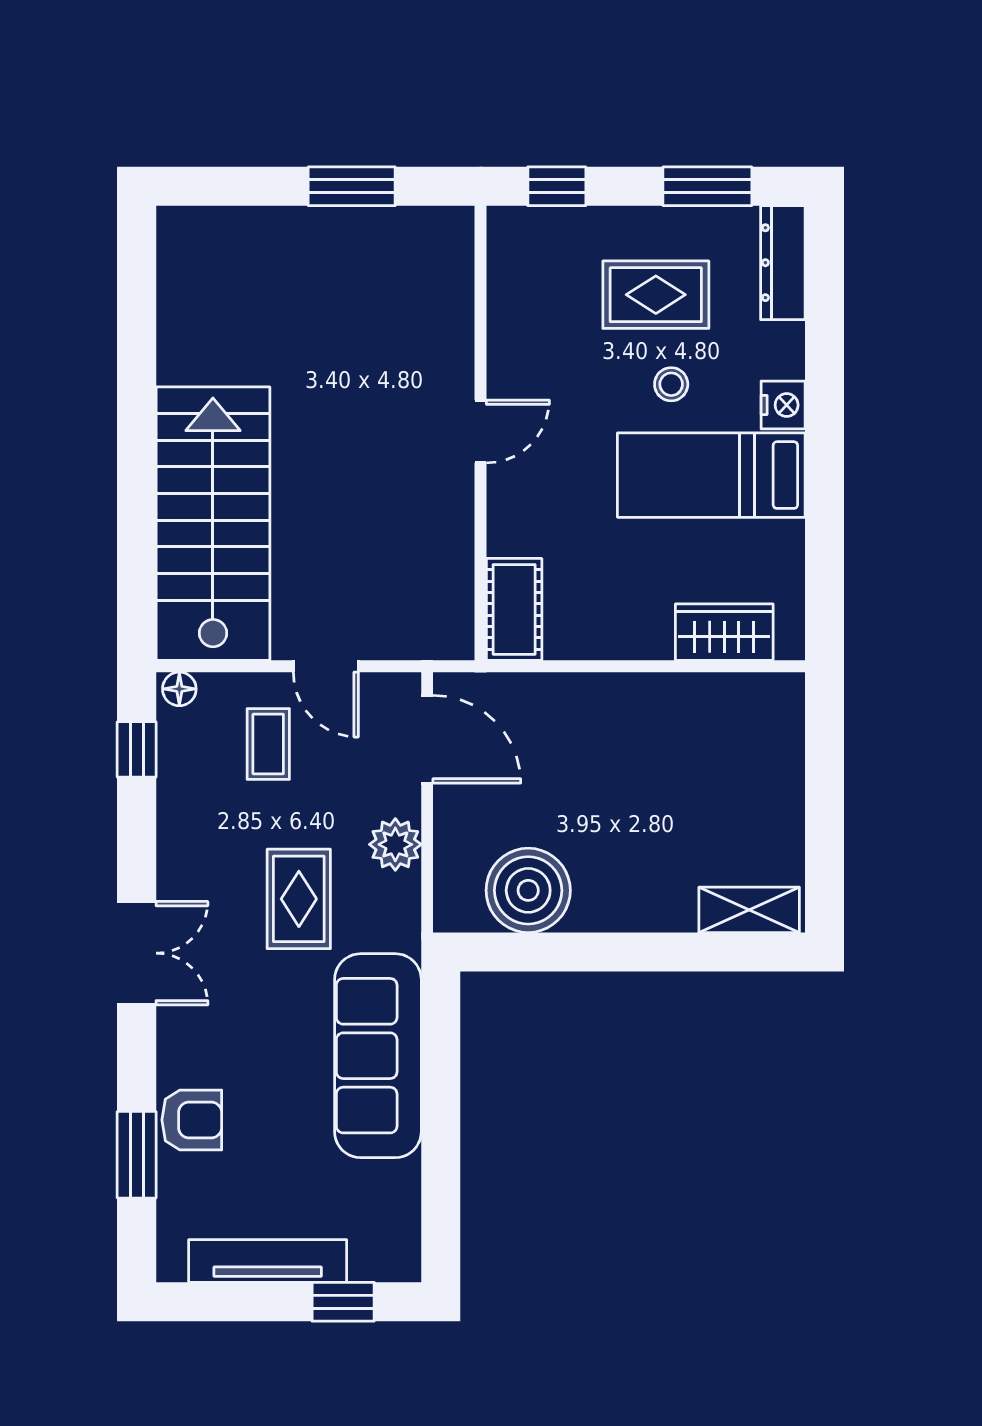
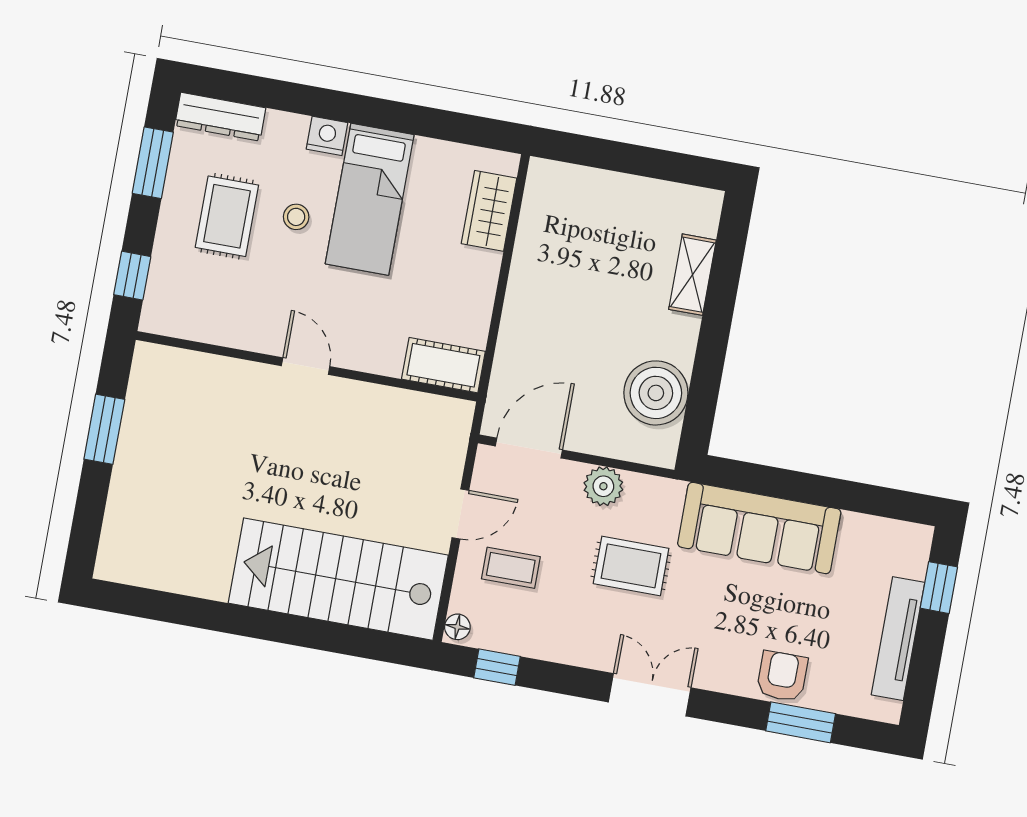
shelving: (749, 910) -> (692, 275), moved

